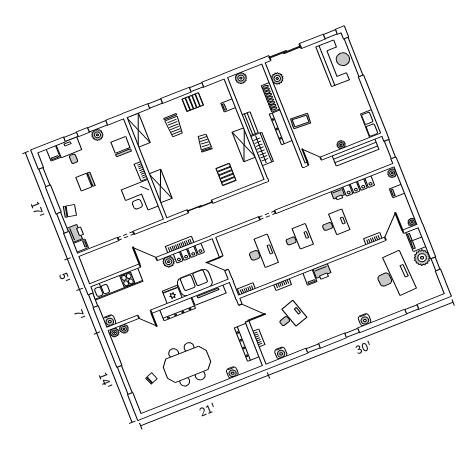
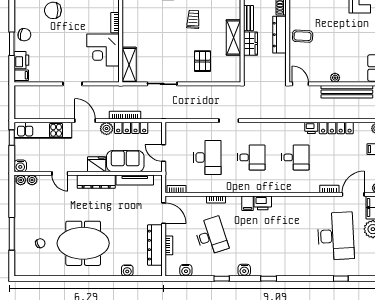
wardrobe: (262, 149) -> (250, 44), width x0.67
shelving: (160, 186) -> (129, 65), moved
desk: (290, 316) -> (211, 236), width x1.37
water cooler: (365, 320) -> (244, 270), moved

